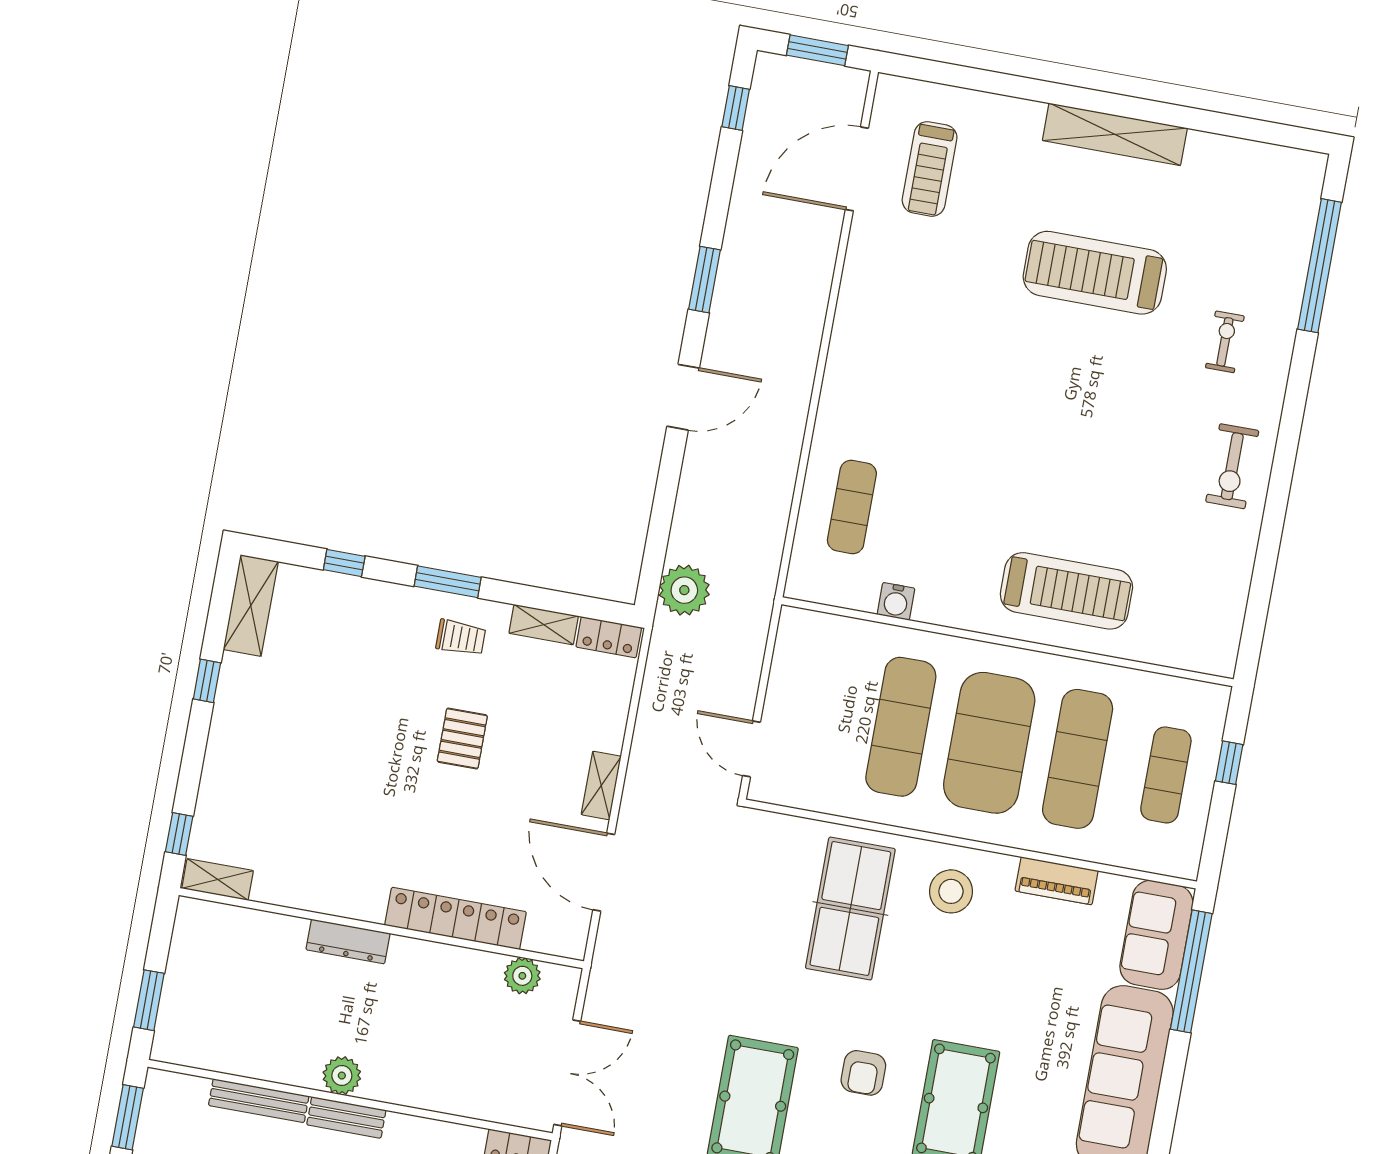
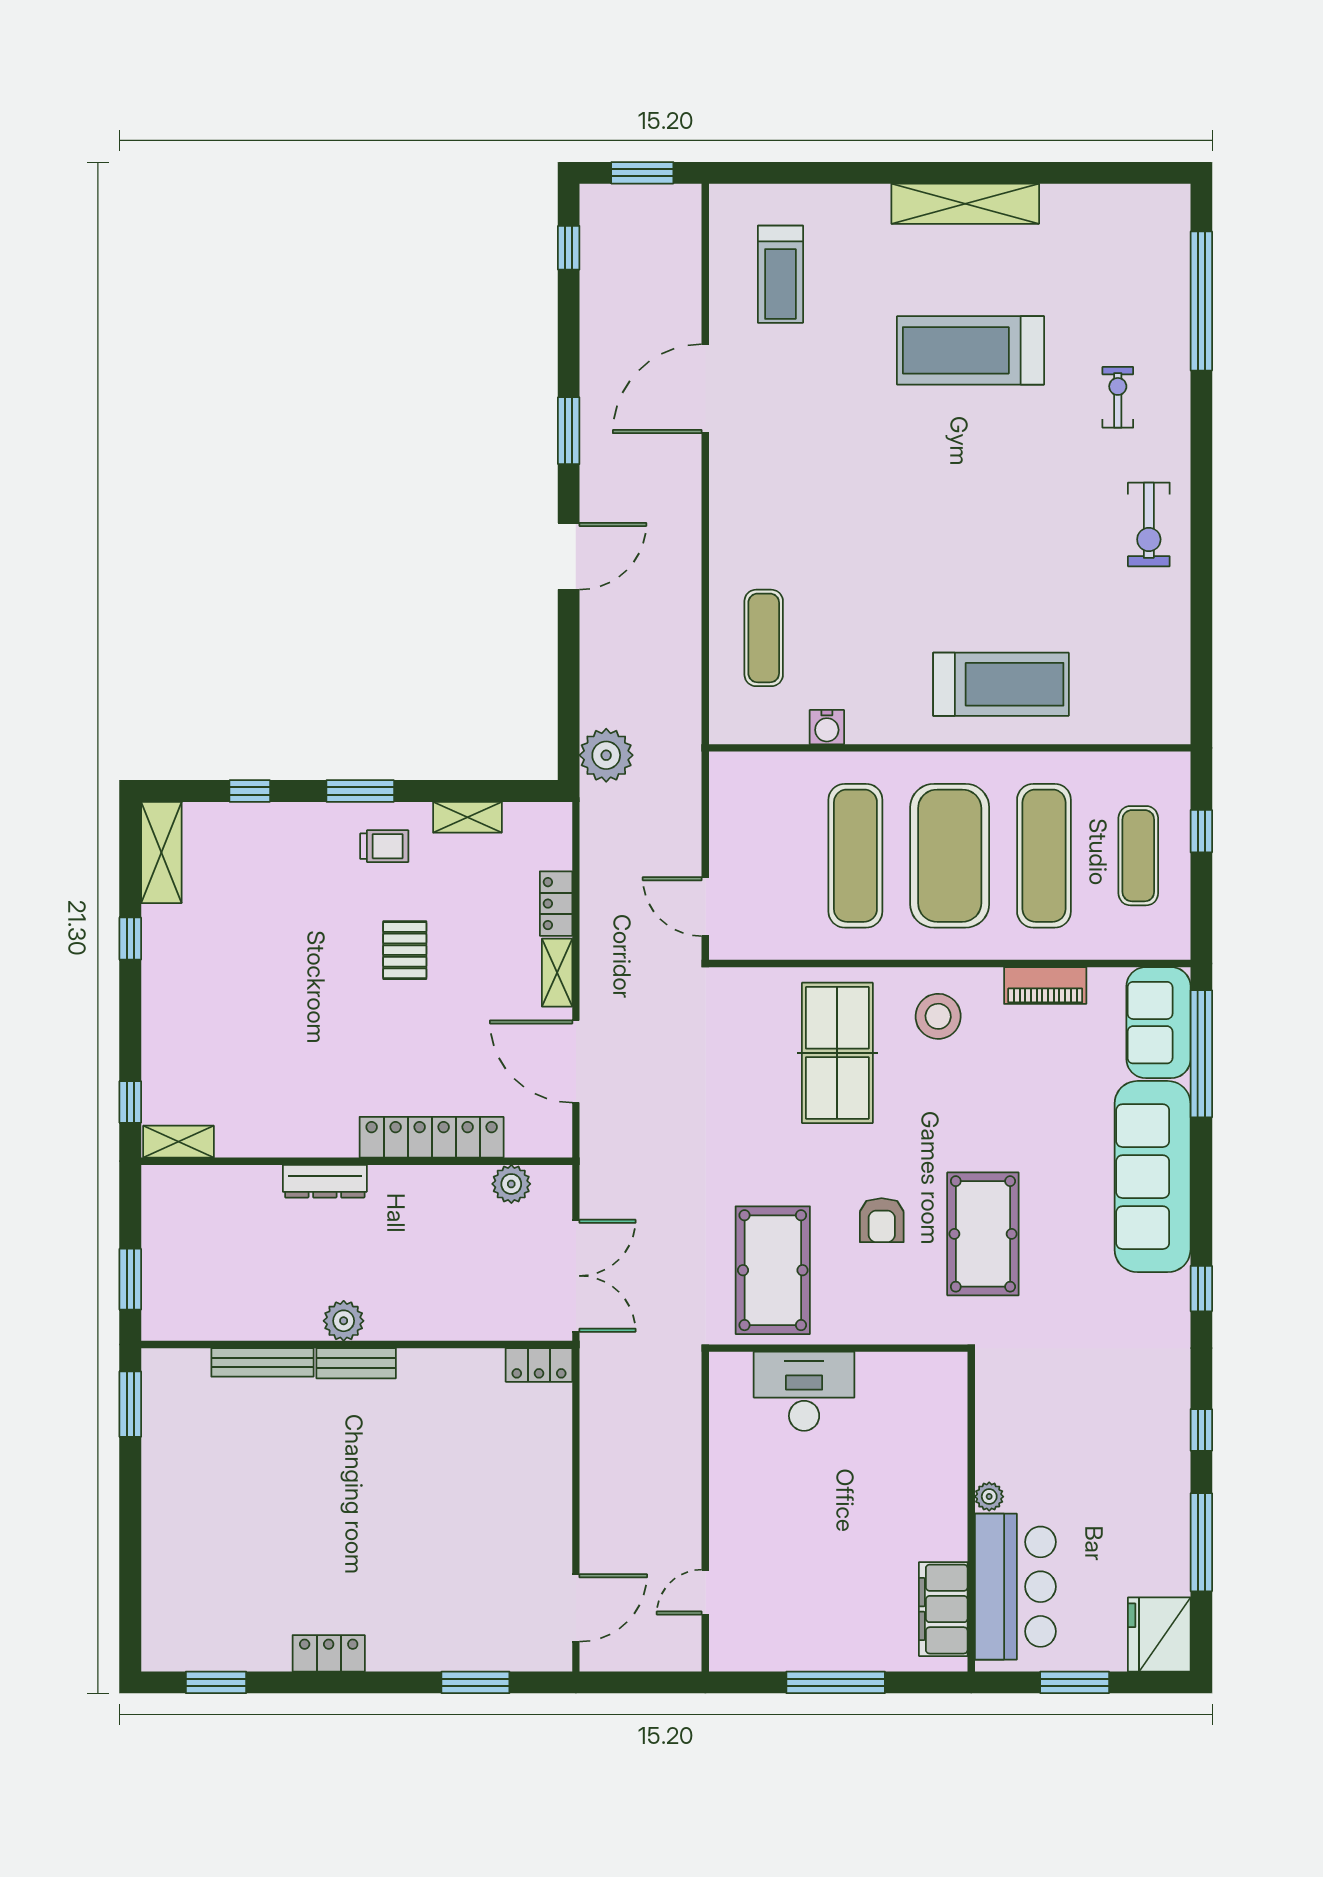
door: (857, 169) -> (705, 389), moved
locker: (609, 637) -> (556, 904), moved, turned 90

